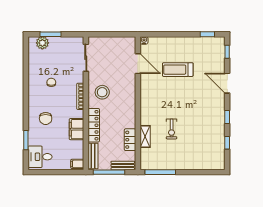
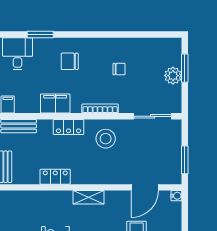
window: (118, 34) -> (185, 160), added
plant: (42, 43) -> (173, 76), moved
locker: (94, 125) -> (69, 127), width x0.66
shelving: (145, 136) -> (89, 197), moved
locker: (130, 140) -> (55, 177), moved

